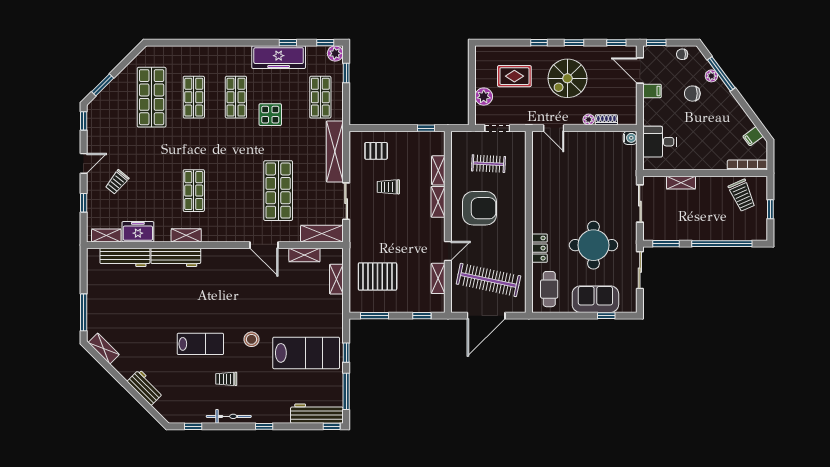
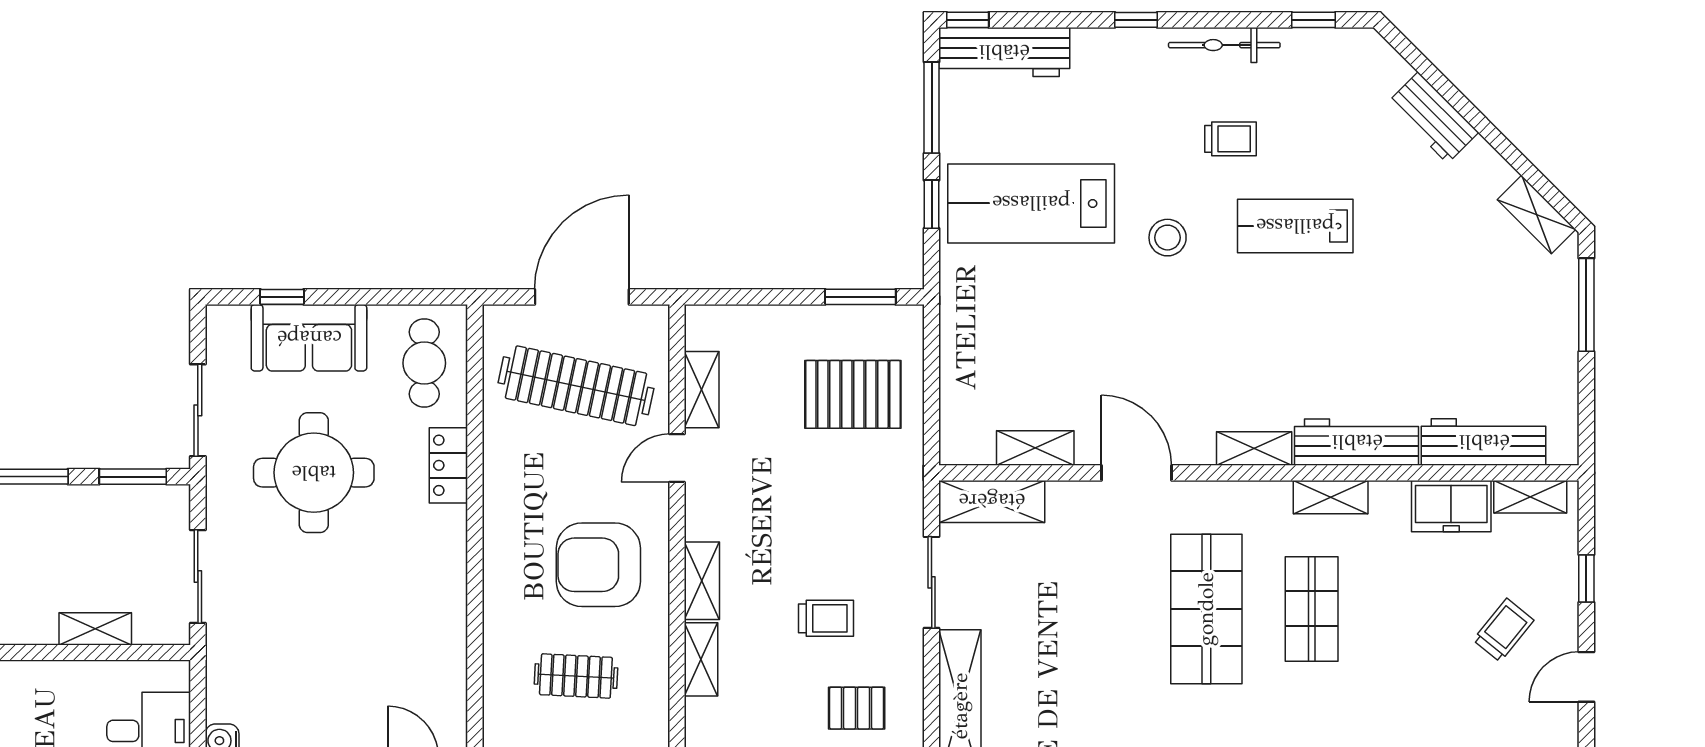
shop shelf: (278, 191) -> (1206, 609), moved
shelving: (336, 279) -> (1254, 448), moved, turned 90
window: (422, 316) -> (742, 297), removed

